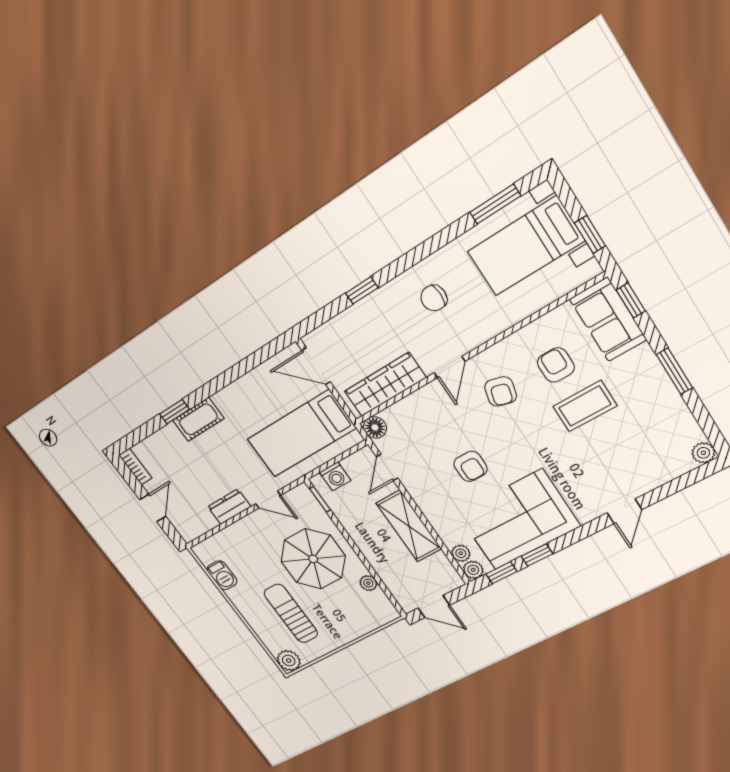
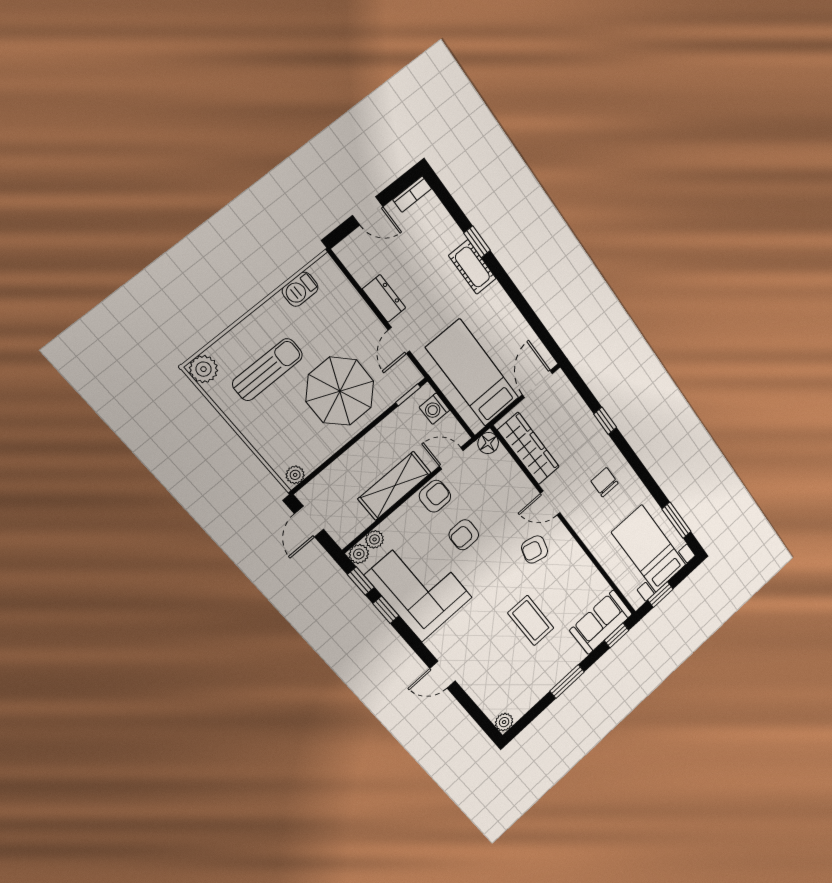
armchair: (556, 365) -> (435, 496), moved
plant: (368, 583) -> (295, 475), moved

